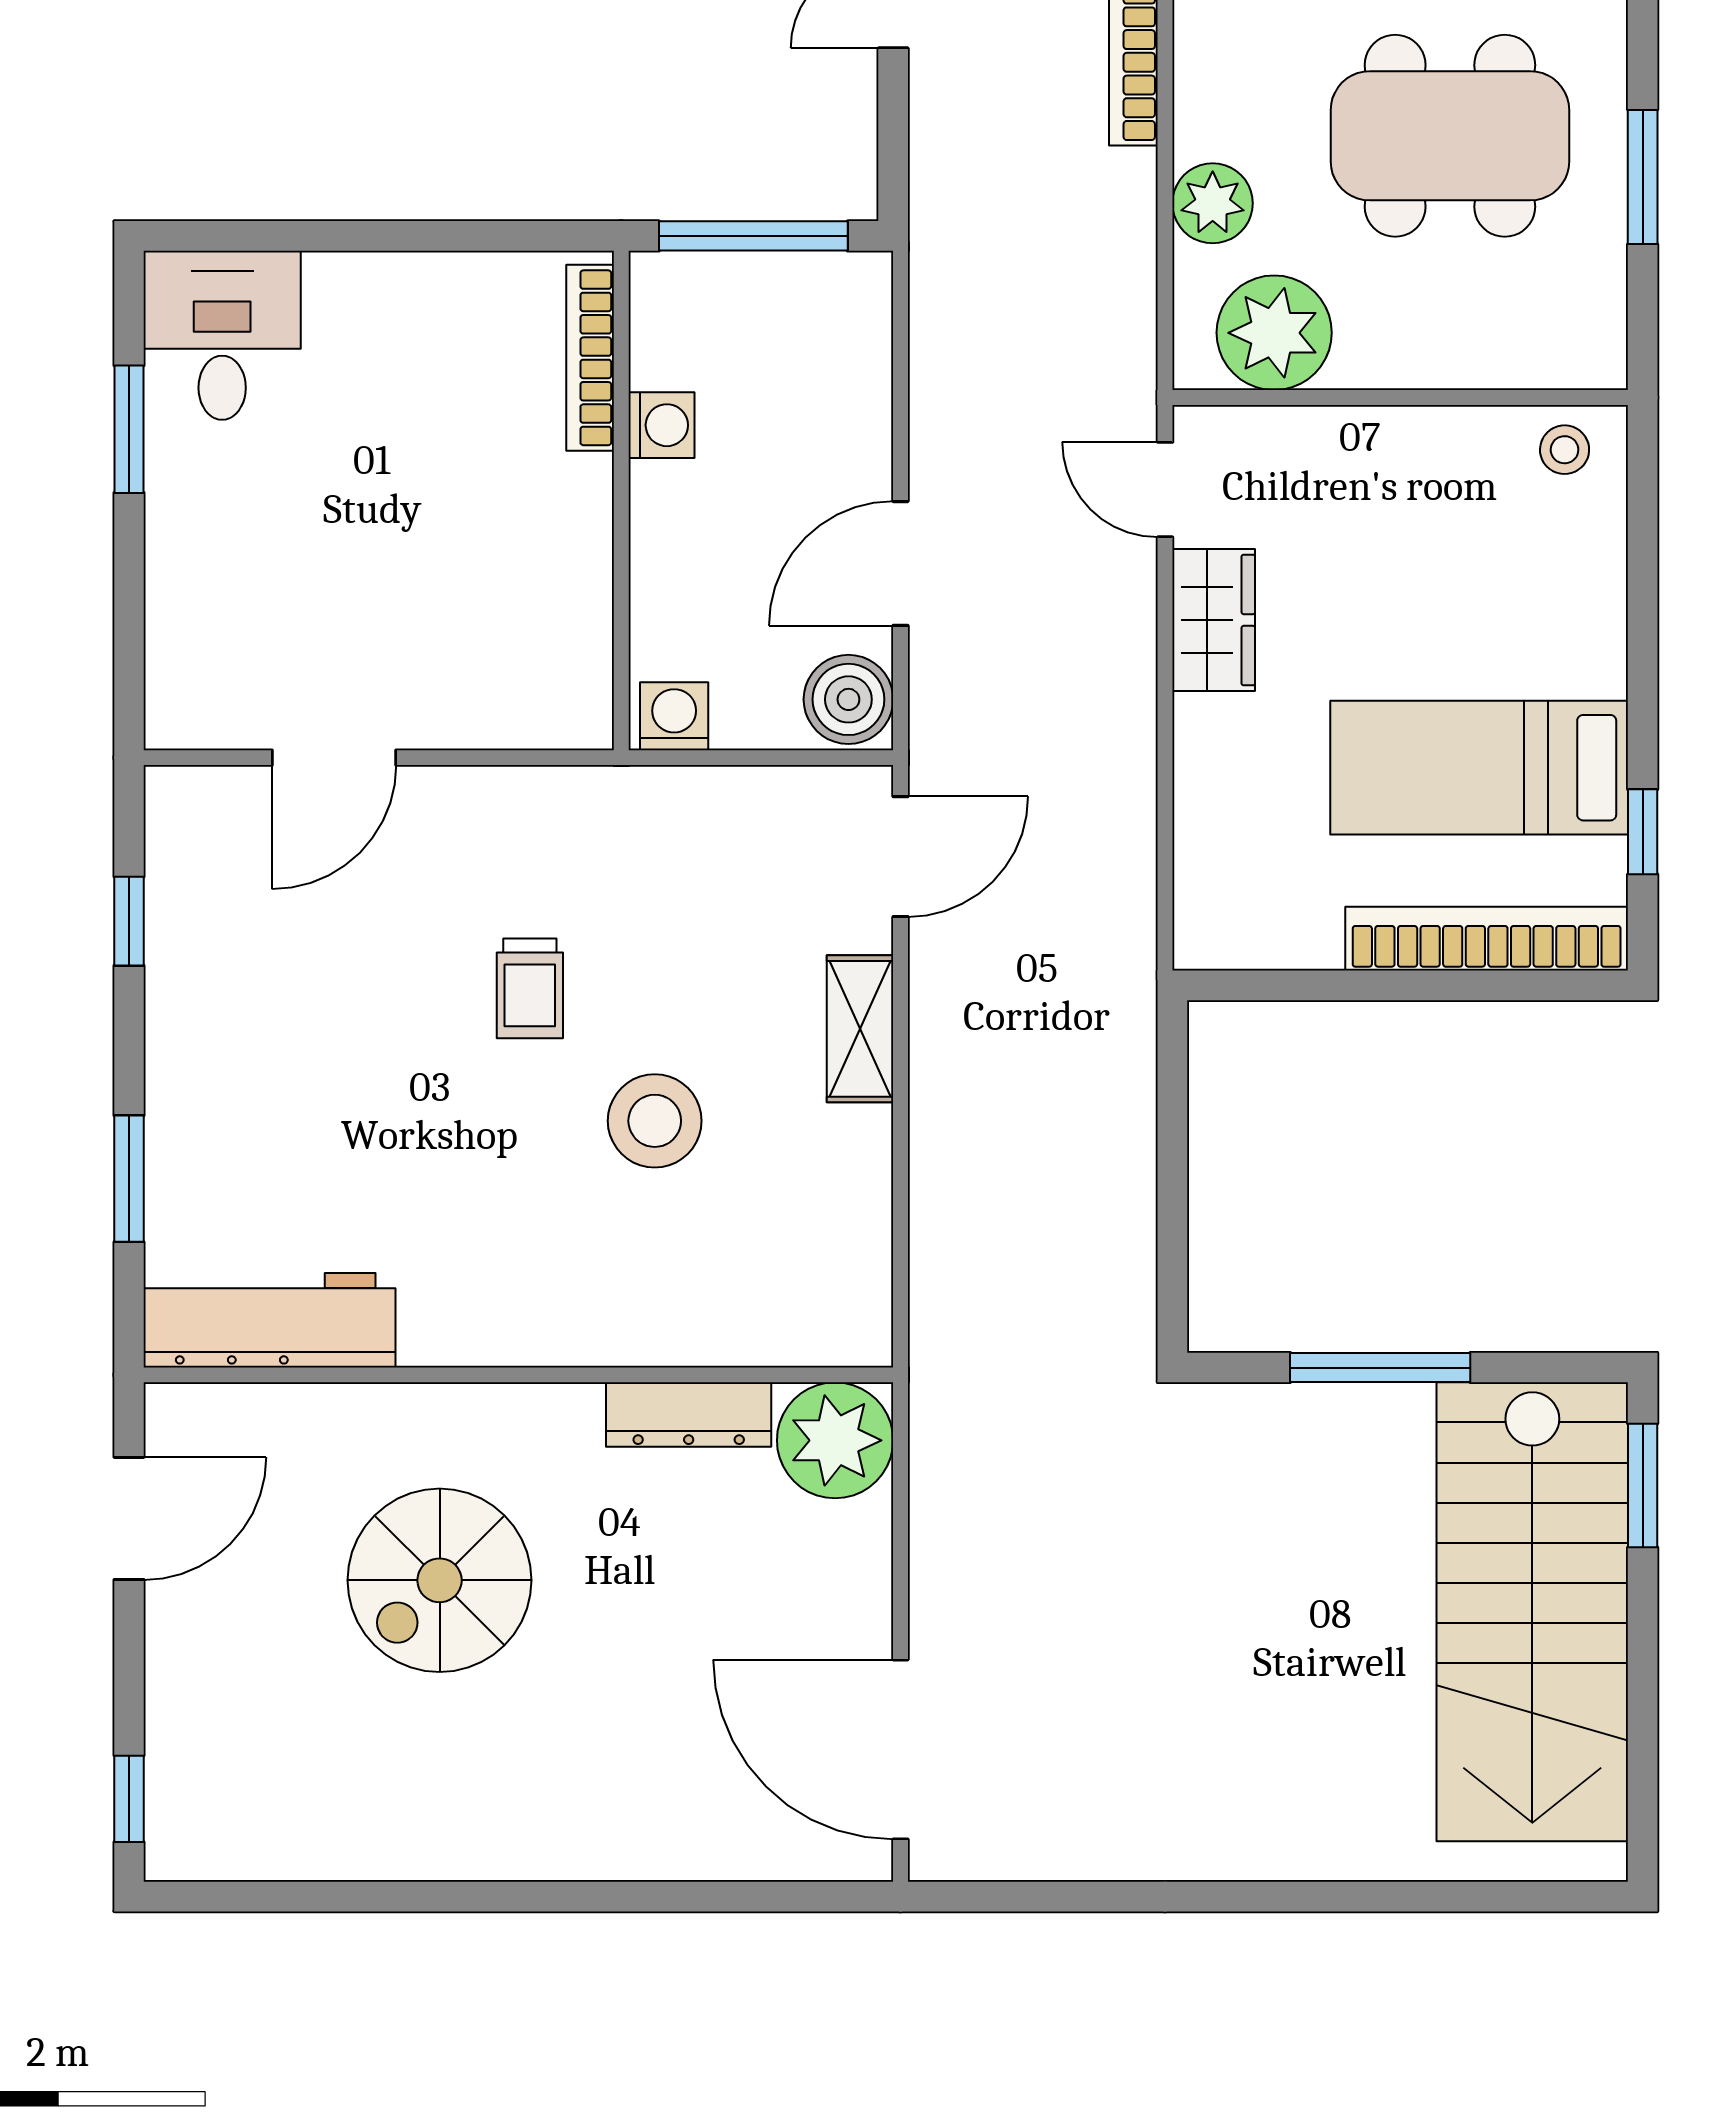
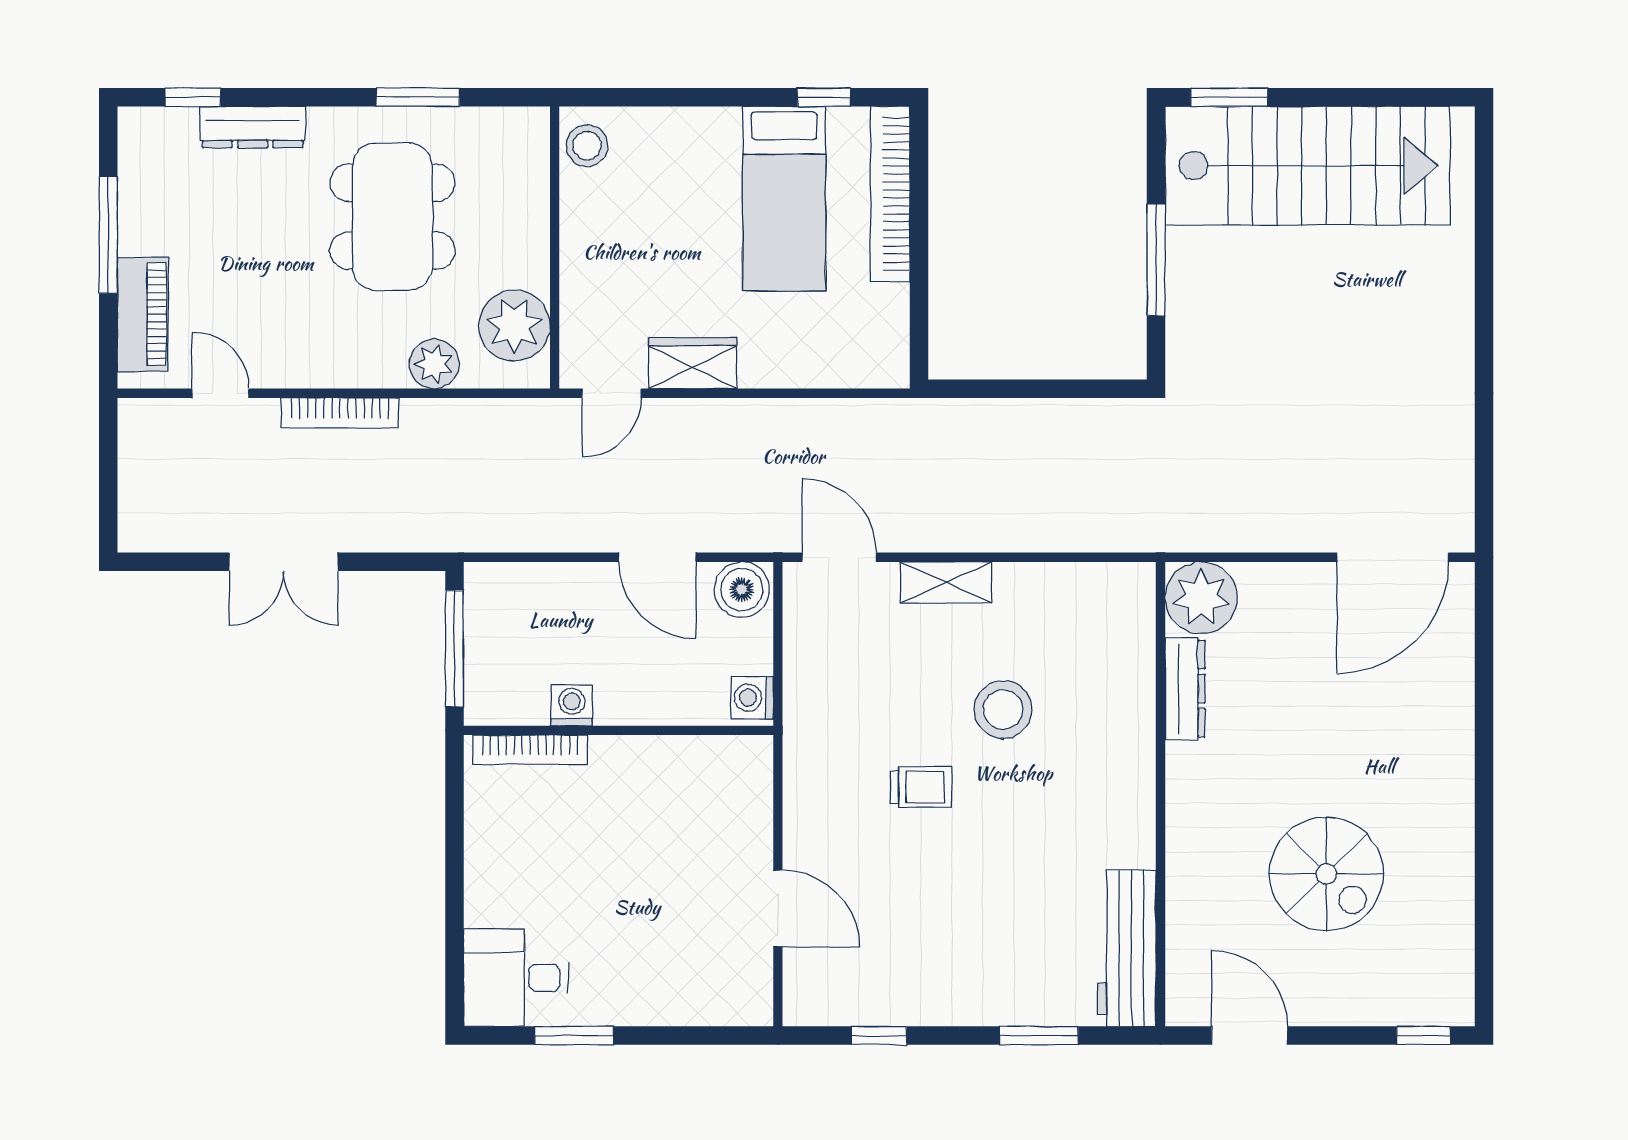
stool: (1565, 450) -> (587, 146), width x1.37, depth x1.37
spiral stairs: (440, 1580) -> (1326, 874), moved

